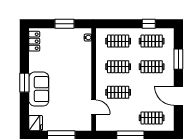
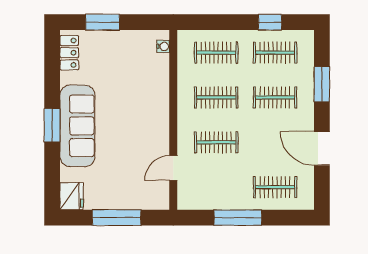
window: (64, 24) -> (103, 22), moved
sofa: (39, 89) -> (77, 126), width x1.36
door: (94, 107) -> (173, 168), swing flipped

